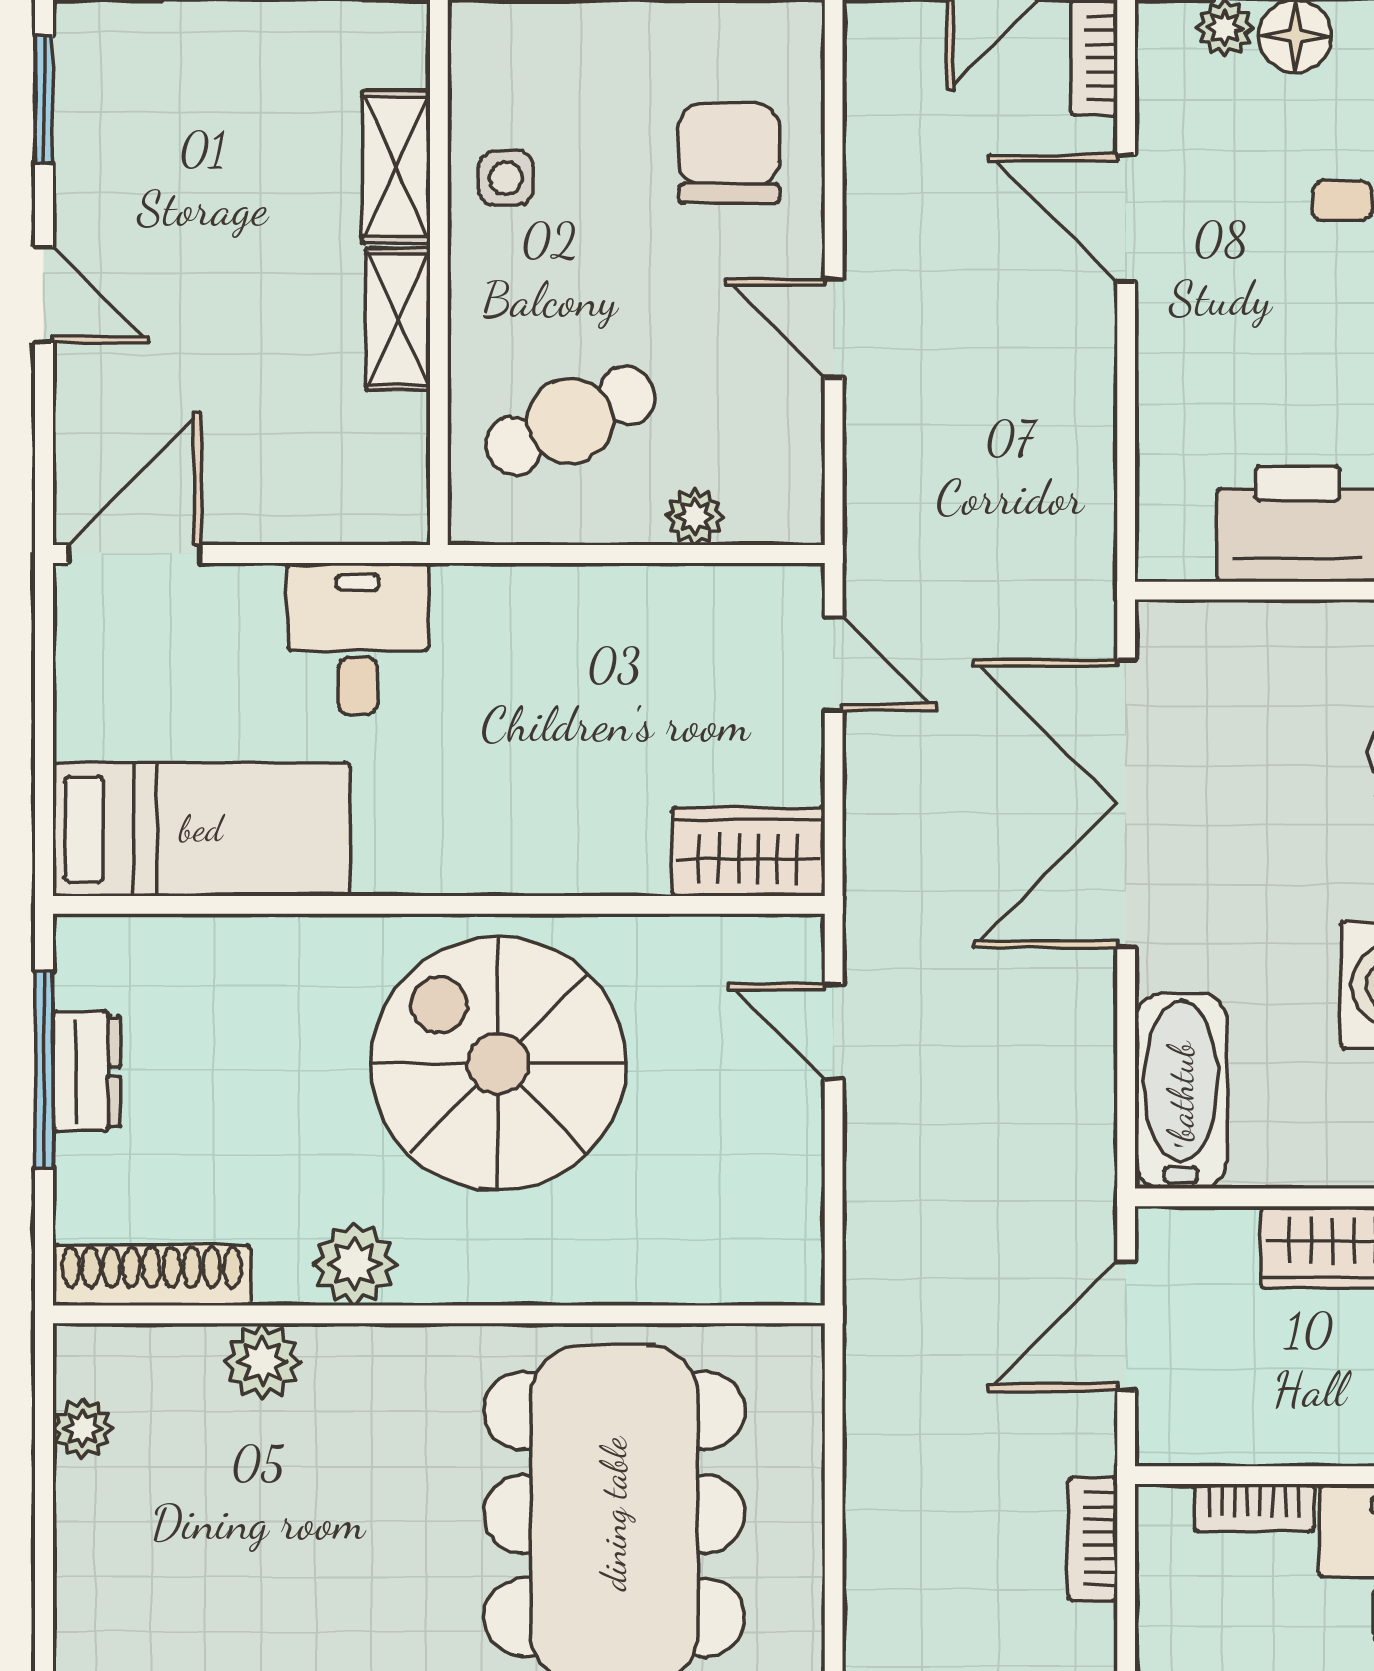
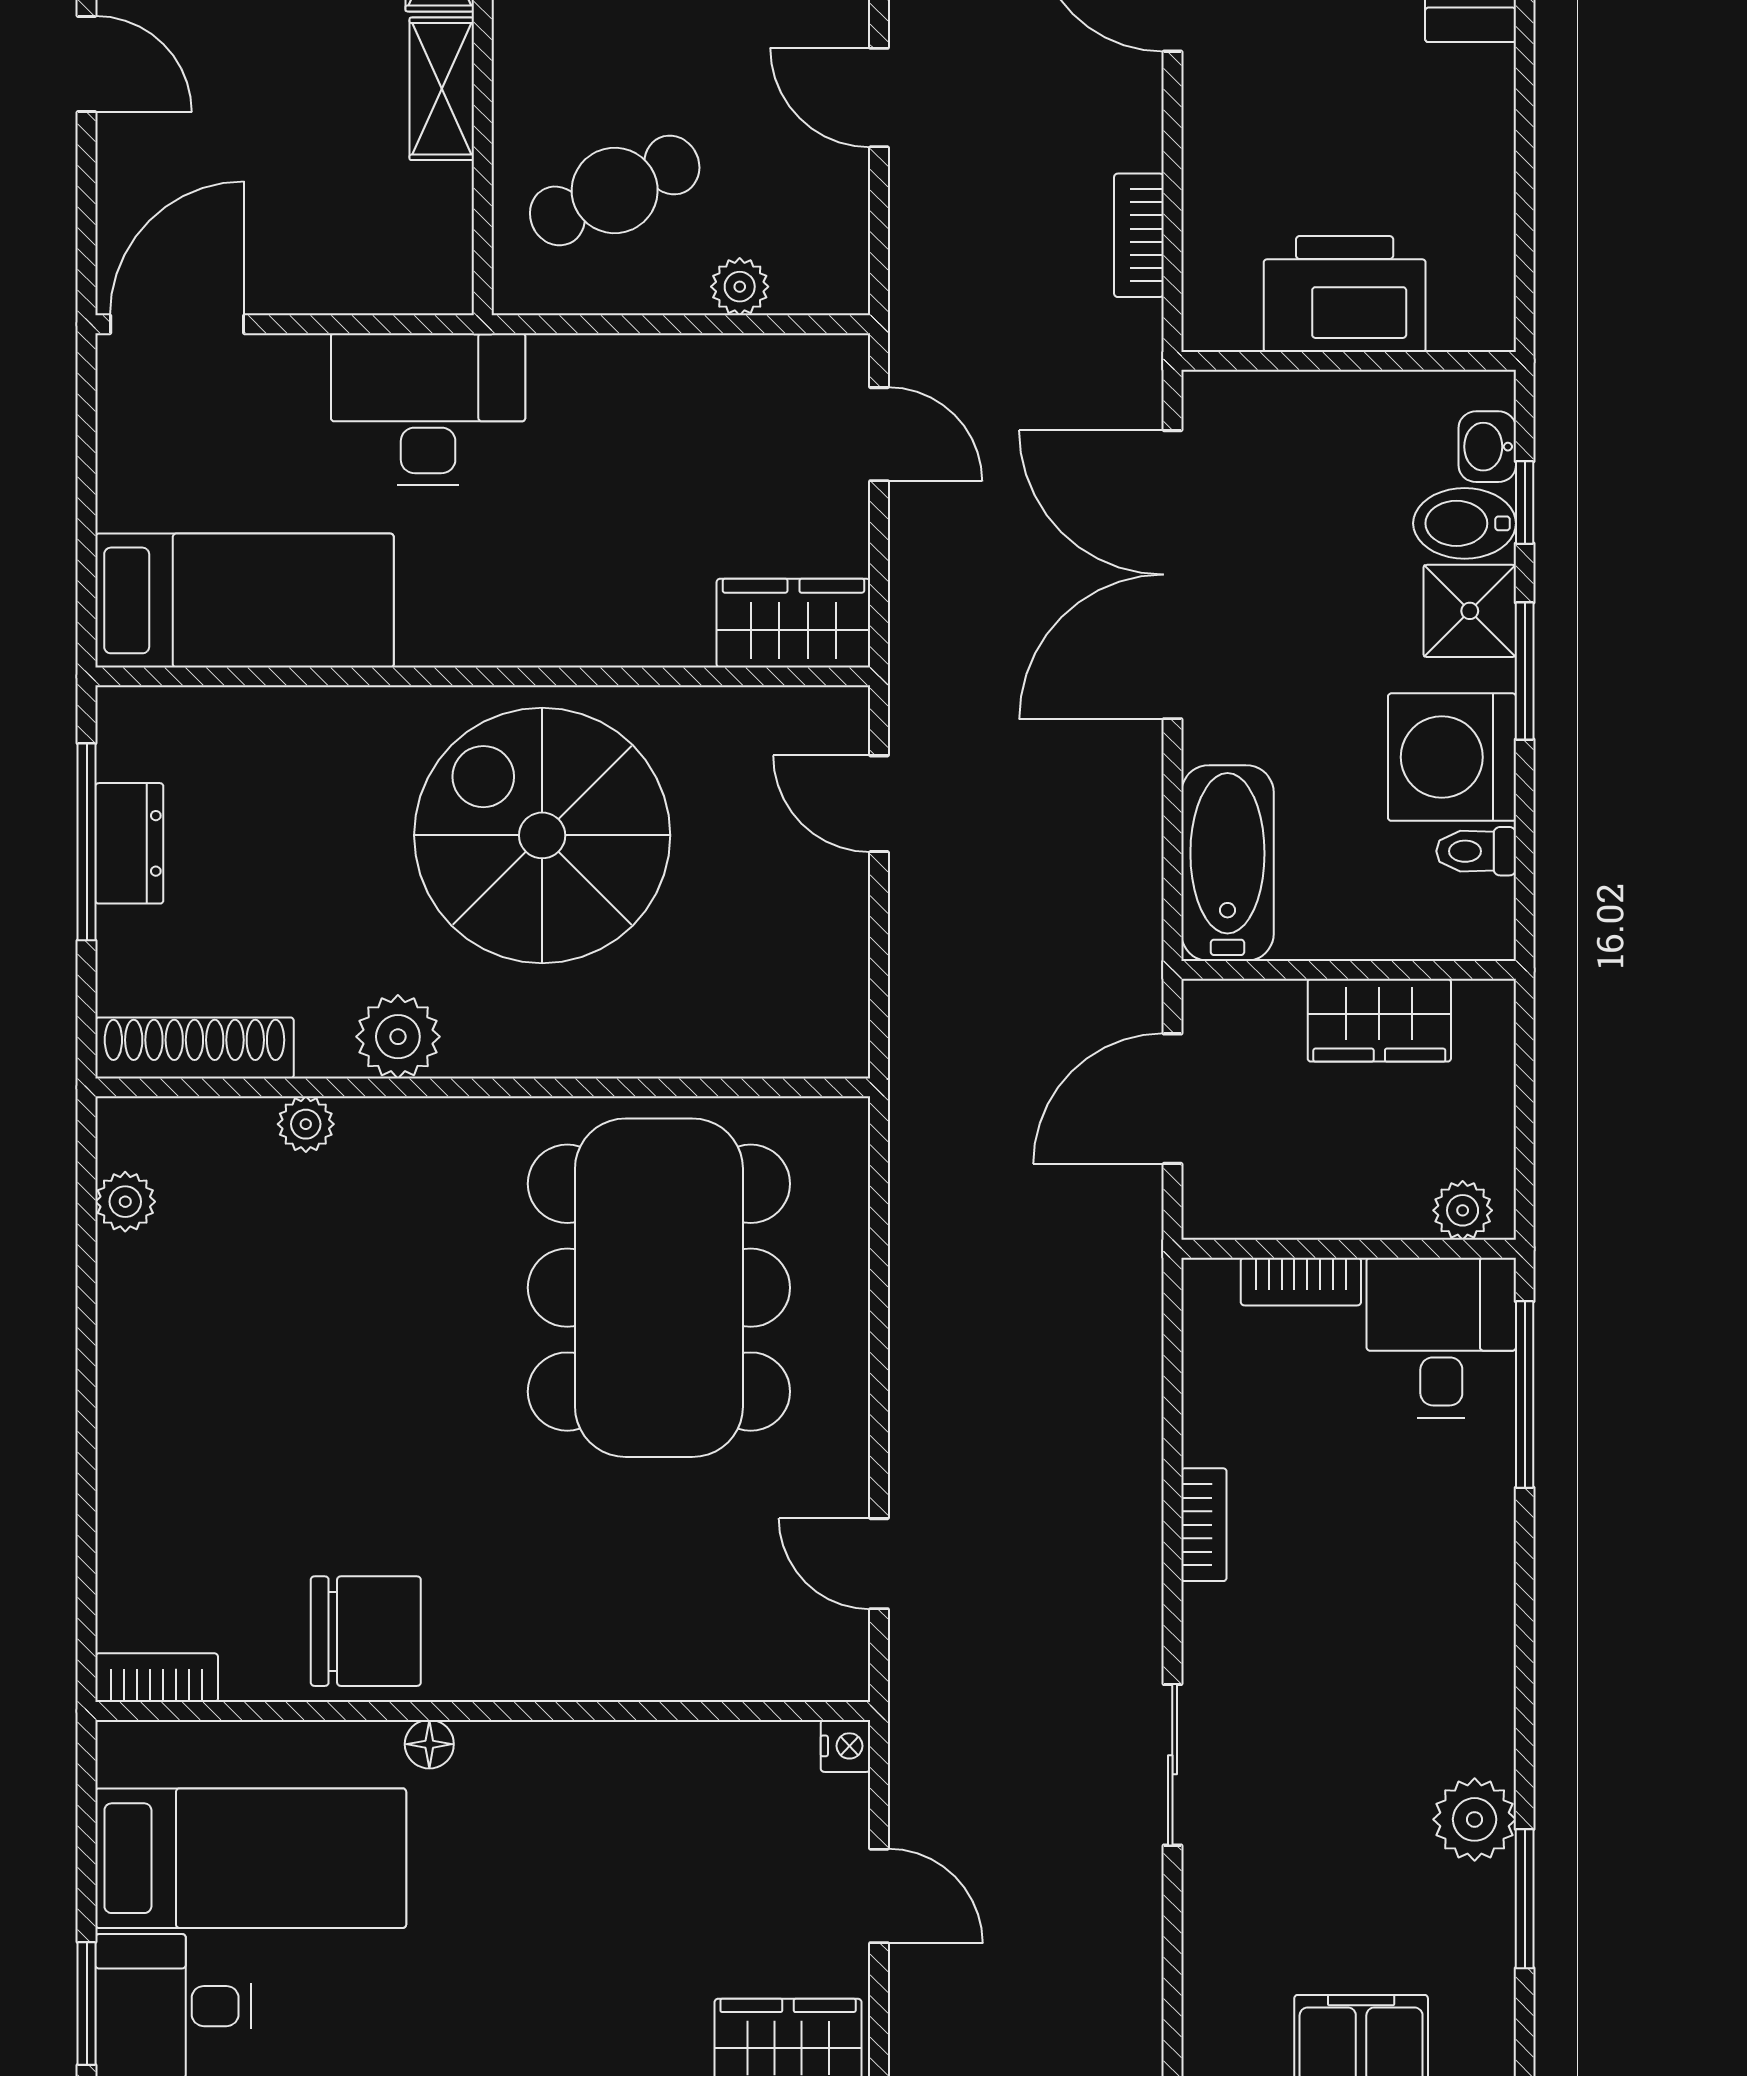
desk: (358, 639) -> (428, 409), width x1.37
plant: (262, 1362) -> (306, 1124), width x0.73, depth x0.73
bookcase: (1093, 1539) -> (1139, 235), moved

